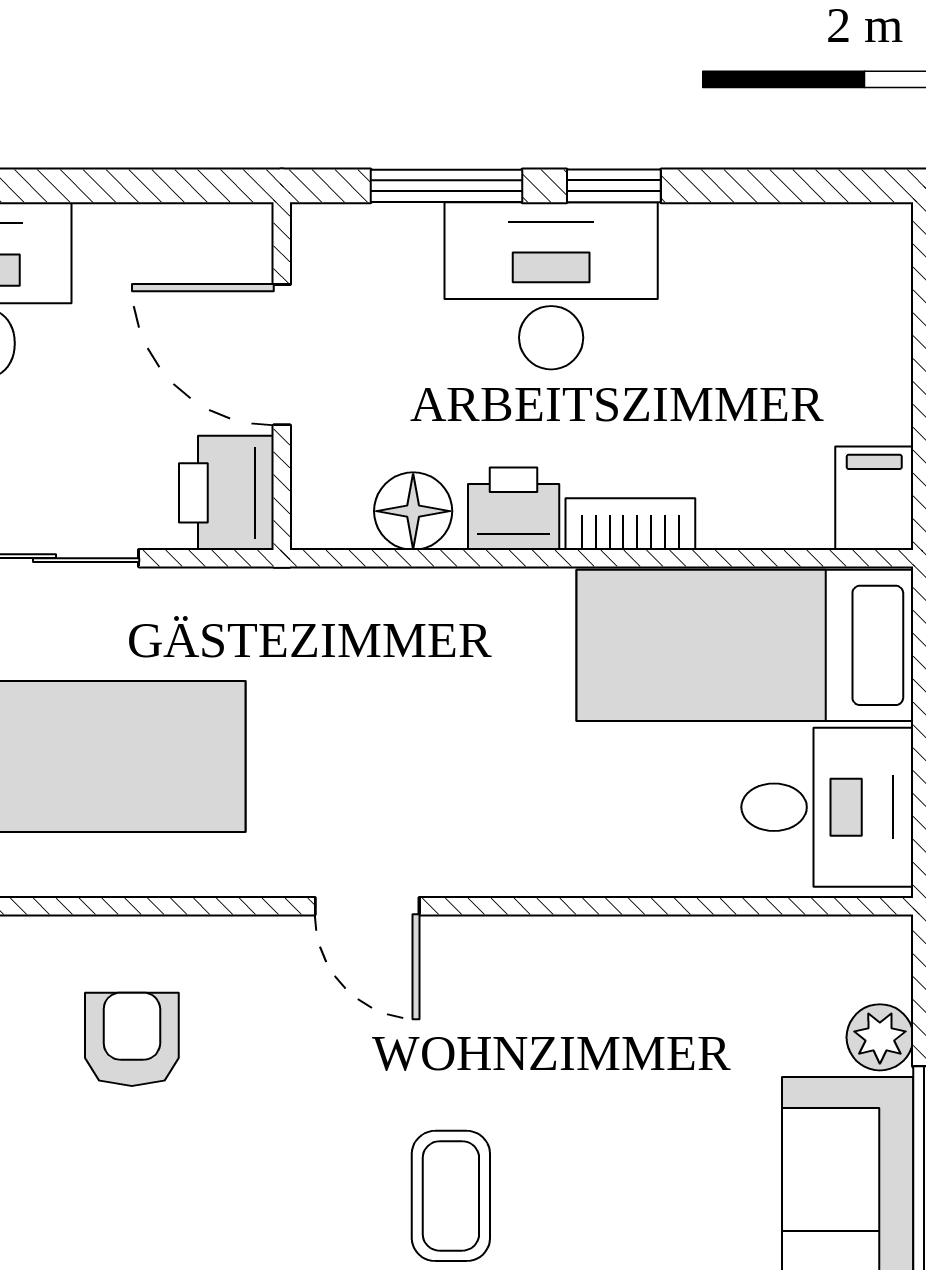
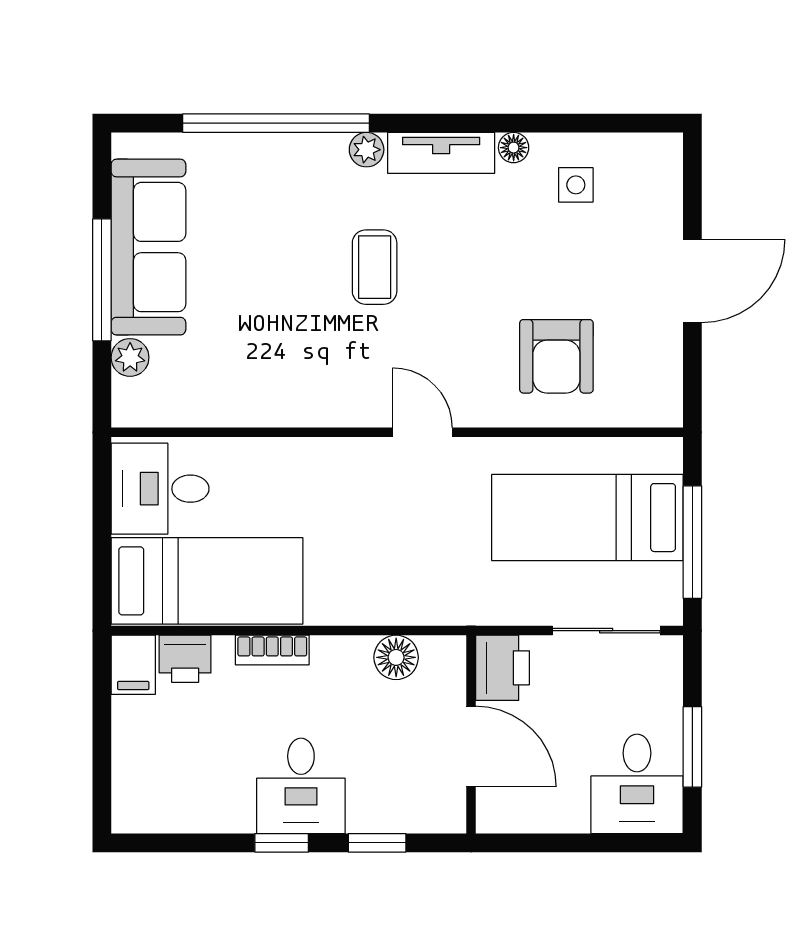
window: (446, 186) -> (377, 843), width x0.67
desk: (551, 286) -> (301, 786), width x0.73
printer: (514, 509) -> (185, 659), moved
armchair: (132, 1039) -> (556, 356), width x1.38, depth x1.38

